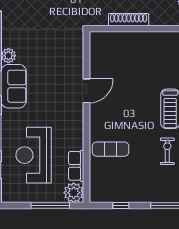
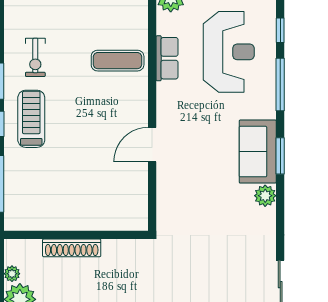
shoe rack: (129, 20) -> (72, 248), moved
row of seats: (76, 166) -> (167, 58), moved

